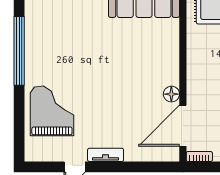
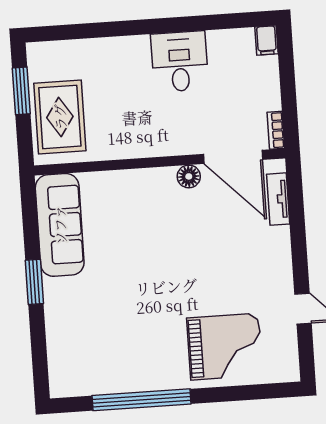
grand piano: (52, 111) -> (225, 347), turned 180
tv unit: (106, 155) -> (278, 199), moved

